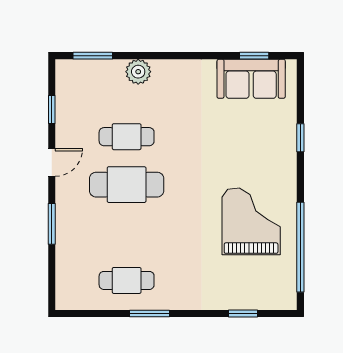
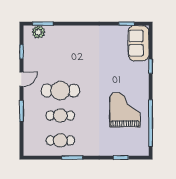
plant: (138, 72) -> (38, 32), moved
sofa: (251, 79) -> (139, 43), moved, turned 90
cafe table: (127, 137) -> (60, 116), moved

